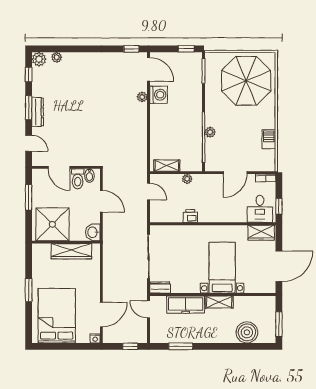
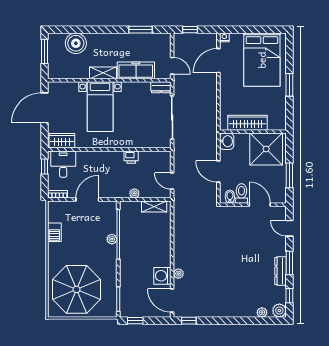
dresser: (38, 112) -> (281, 271), moved

